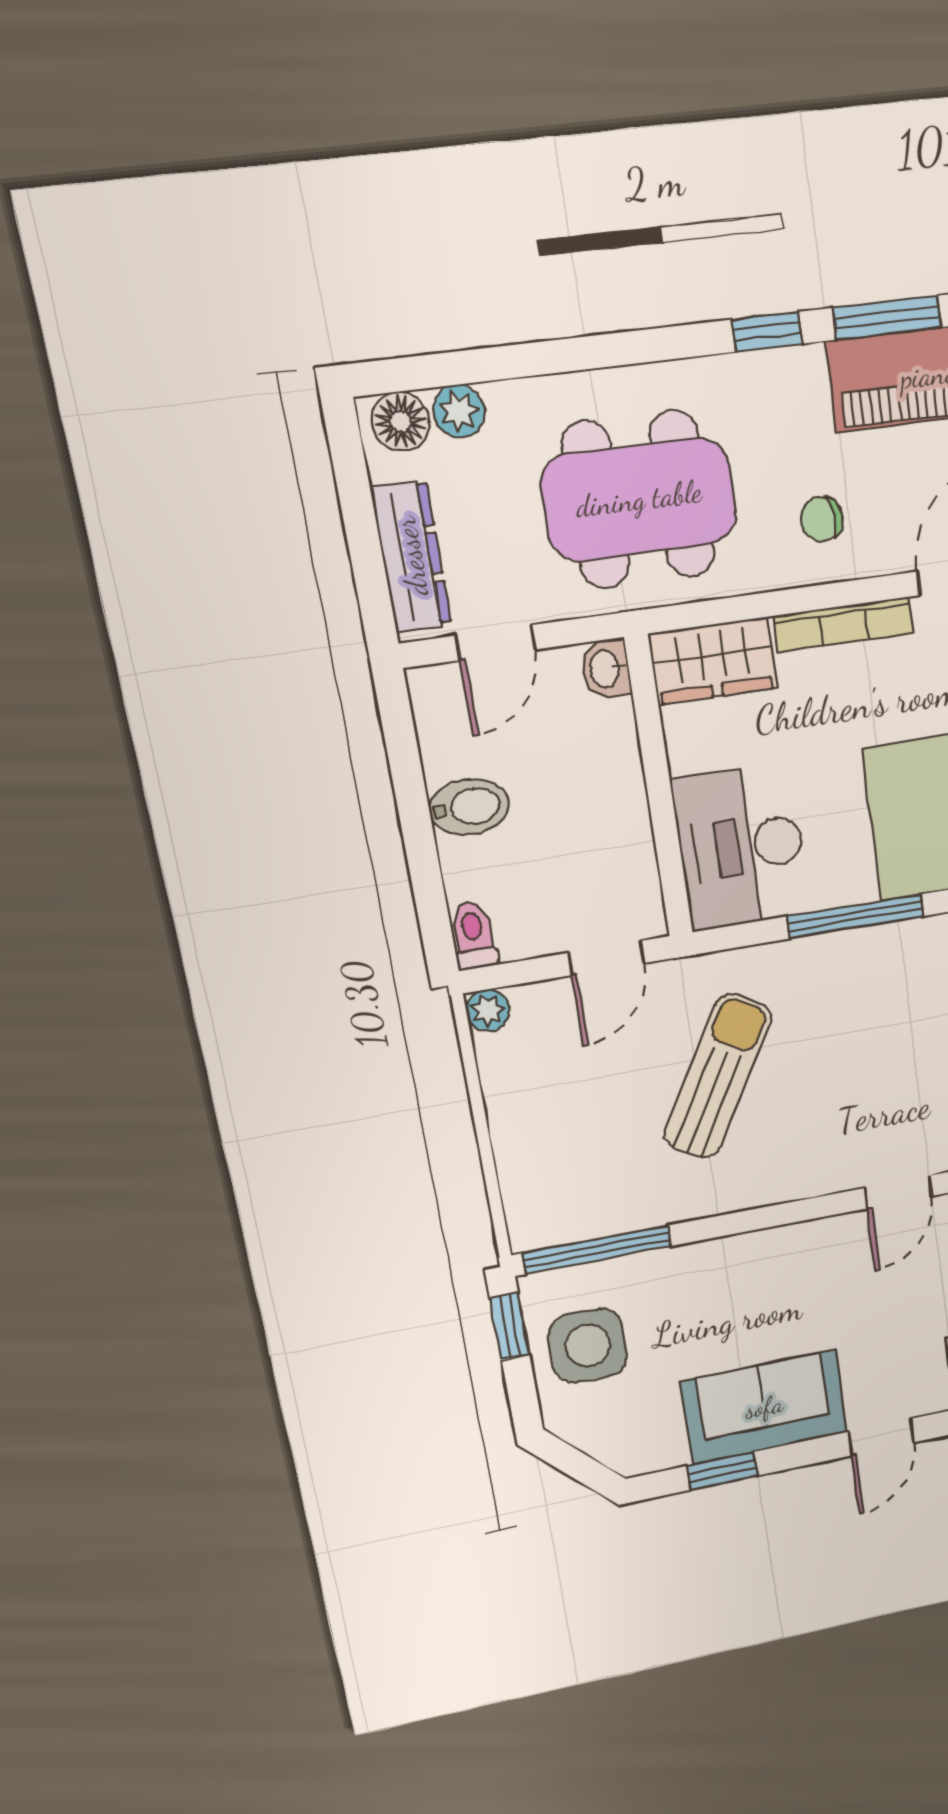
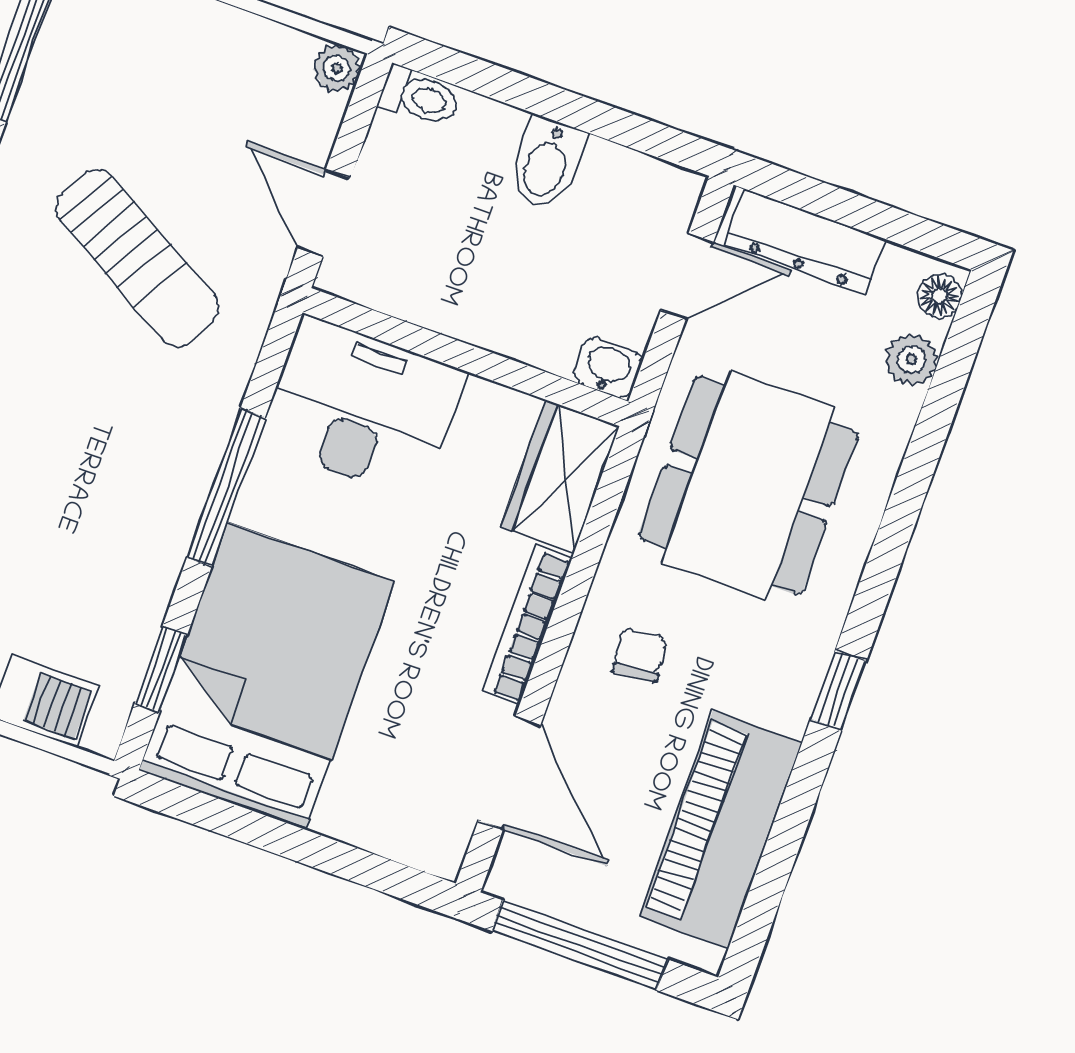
window: (887, 318) -> (794, 815), removed
floor lamp: (401, 422) -> (939, 296), width x0.73, depth x0.73
door: (496, 643) -> (687, 276), swing flipped

